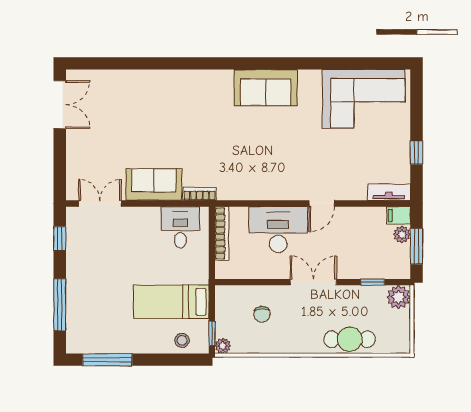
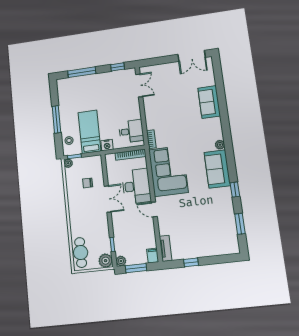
window: (304, 63) -> (235, 190), added
window: (362, 63) -> (240, 224), added
plant: (225, 77) -> (220, 145), added
corner sofa: (364, 99) -> (168, 171), moved, turned 180
sofa: (154, 184) -> (209, 102), moved, turned 180
plant: (402, 234) -> (121, 261), moved
nightstand: (199, 273) -> (107, 145), added
double door: (313, 282) -> (108, 199), moved
cafe table: (350, 339) -> (81, 252), moved
window: (107, 360) -> (56, 119), moved

